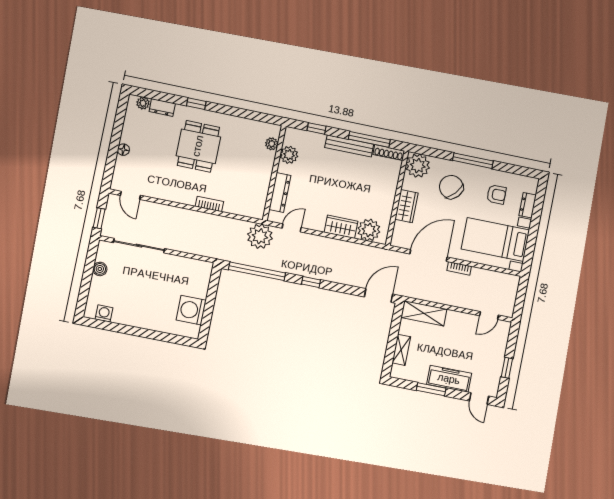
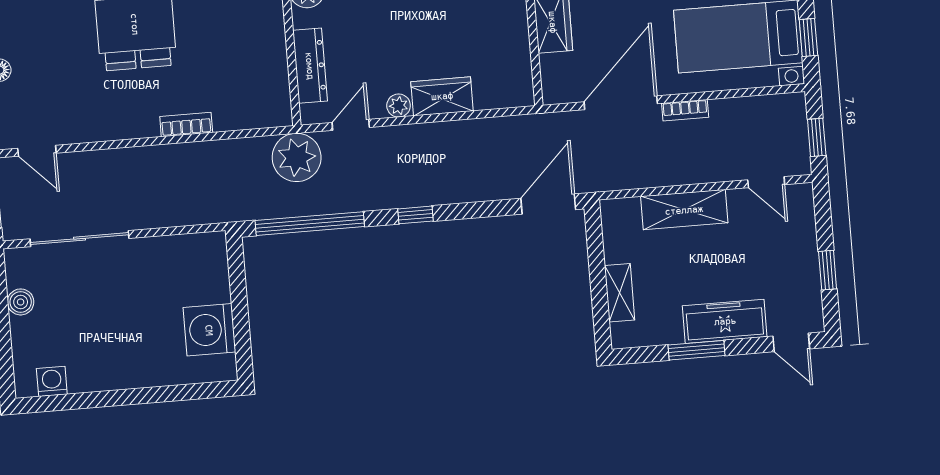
plant: (369, 230) -> (399, 106), moved, width x0.53, depth x0.53
window: (530, 250) -> (808, 37), added
window: (520, 300) -> (817, 137), added
shelving: (424, 313) -> (684, 210), moved
door: (489, 315) -> (766, 182), hinge flipped

